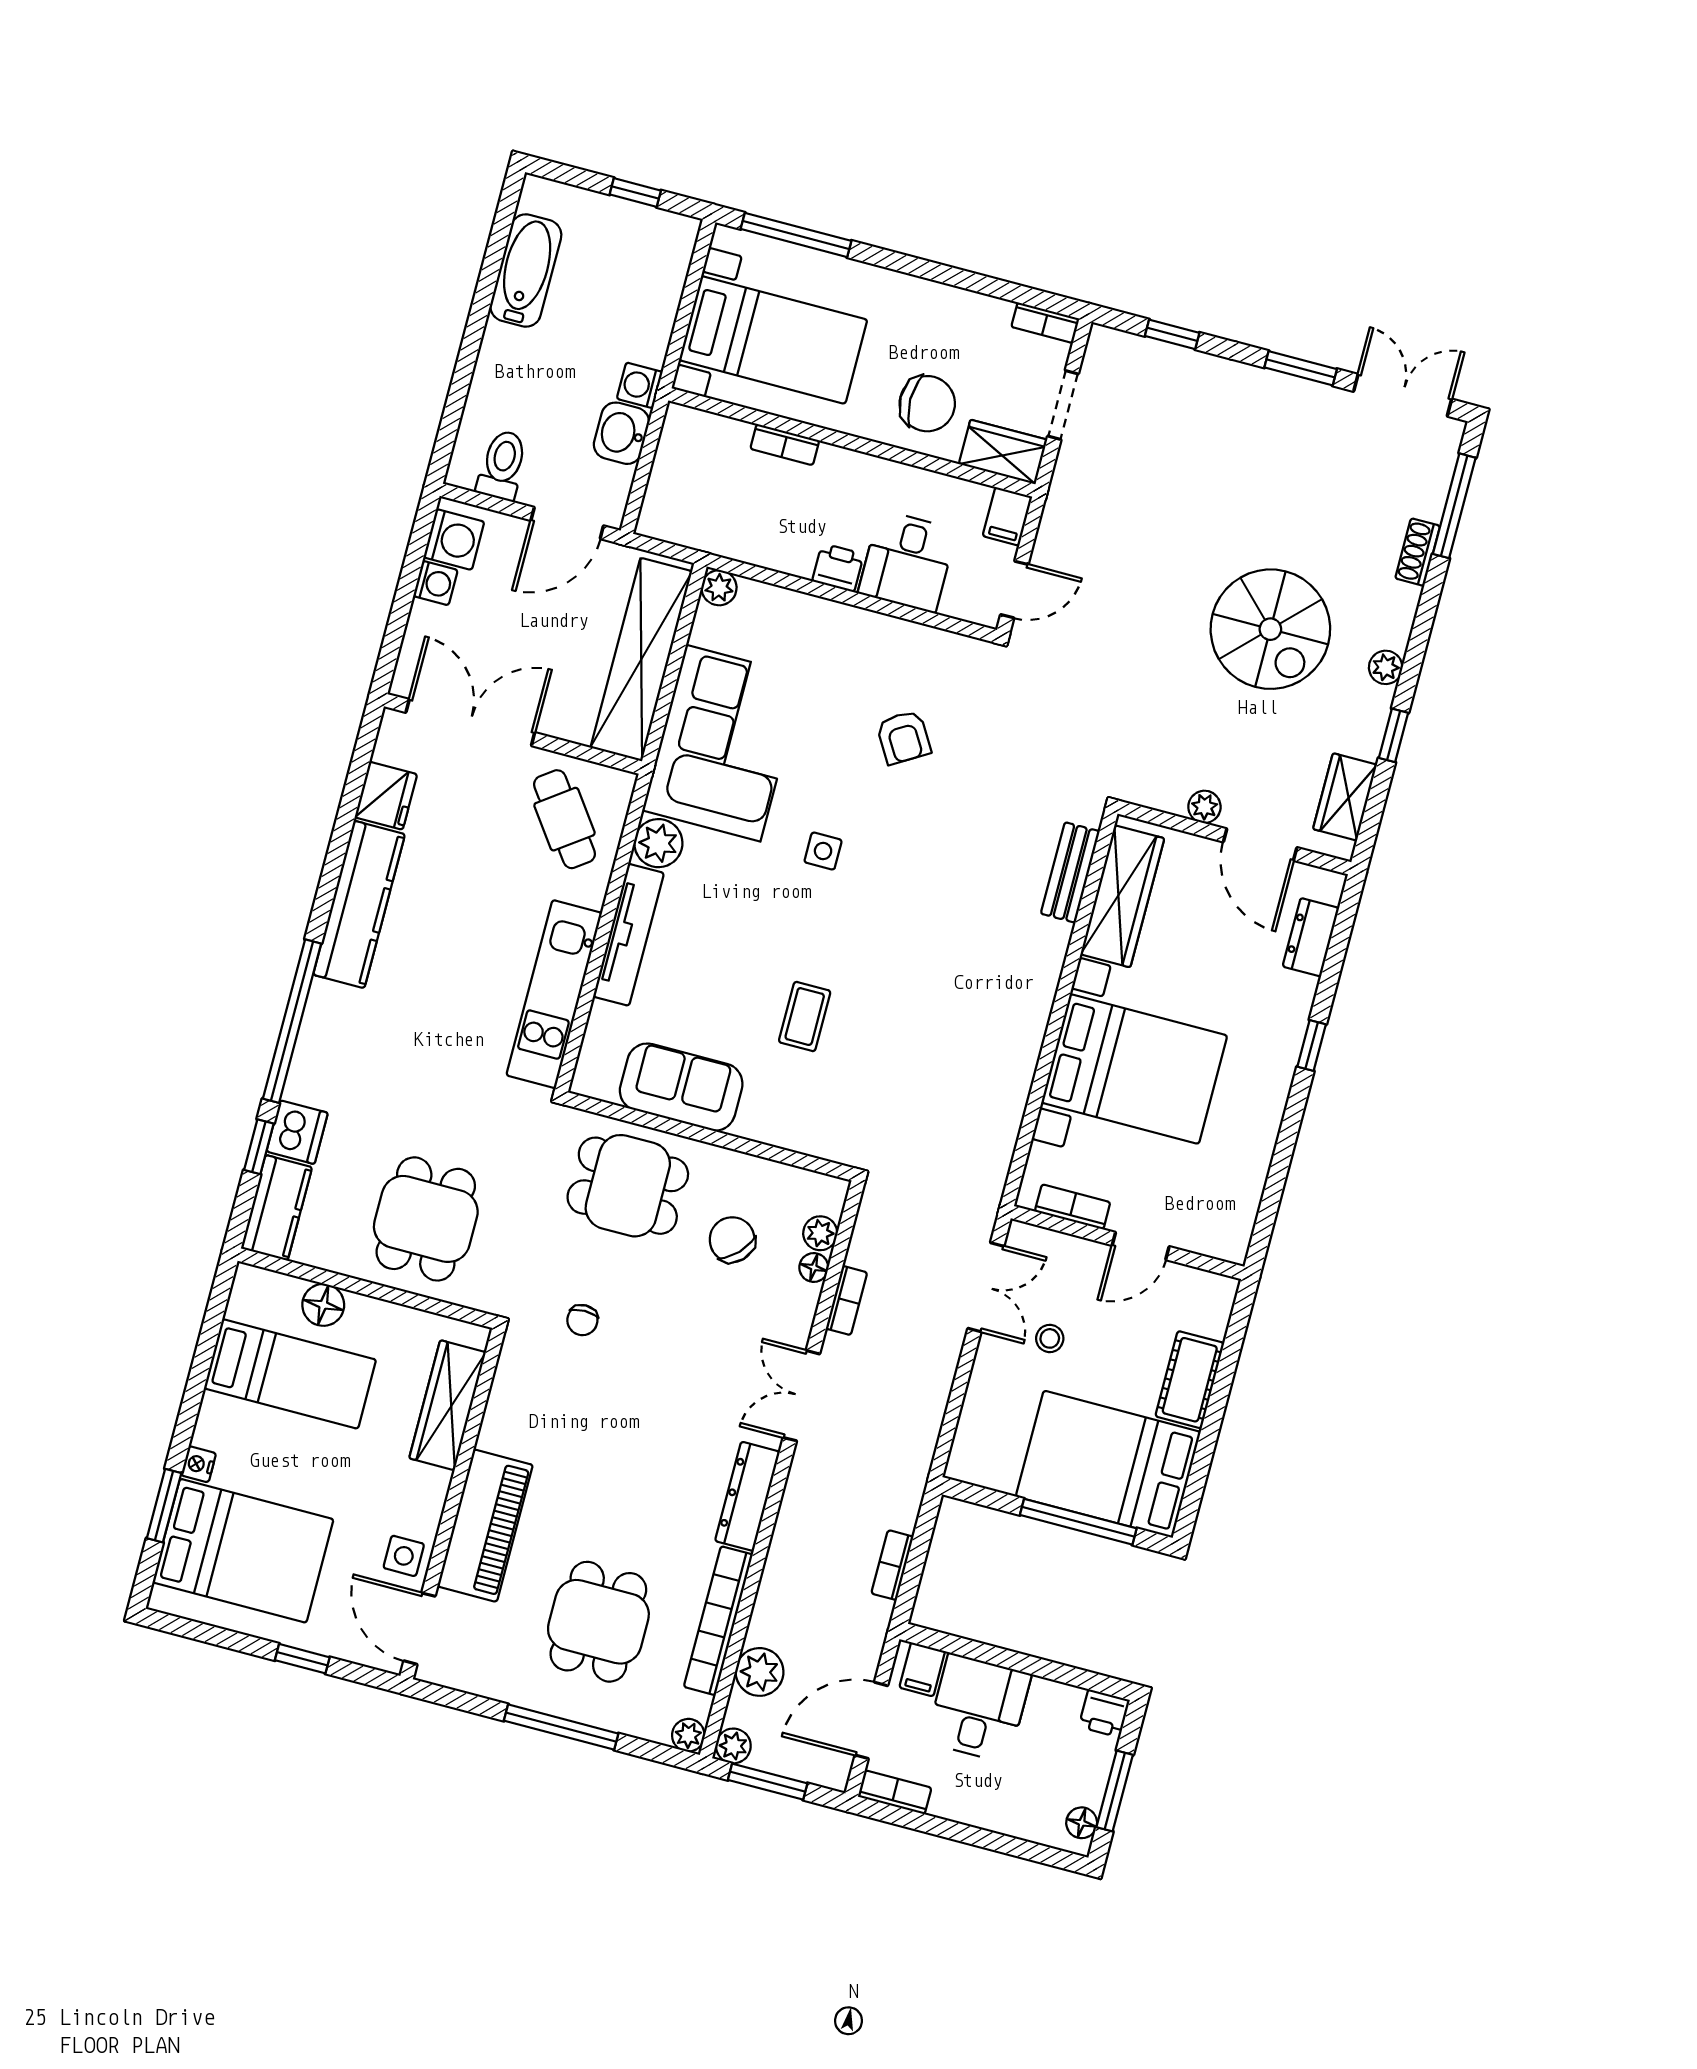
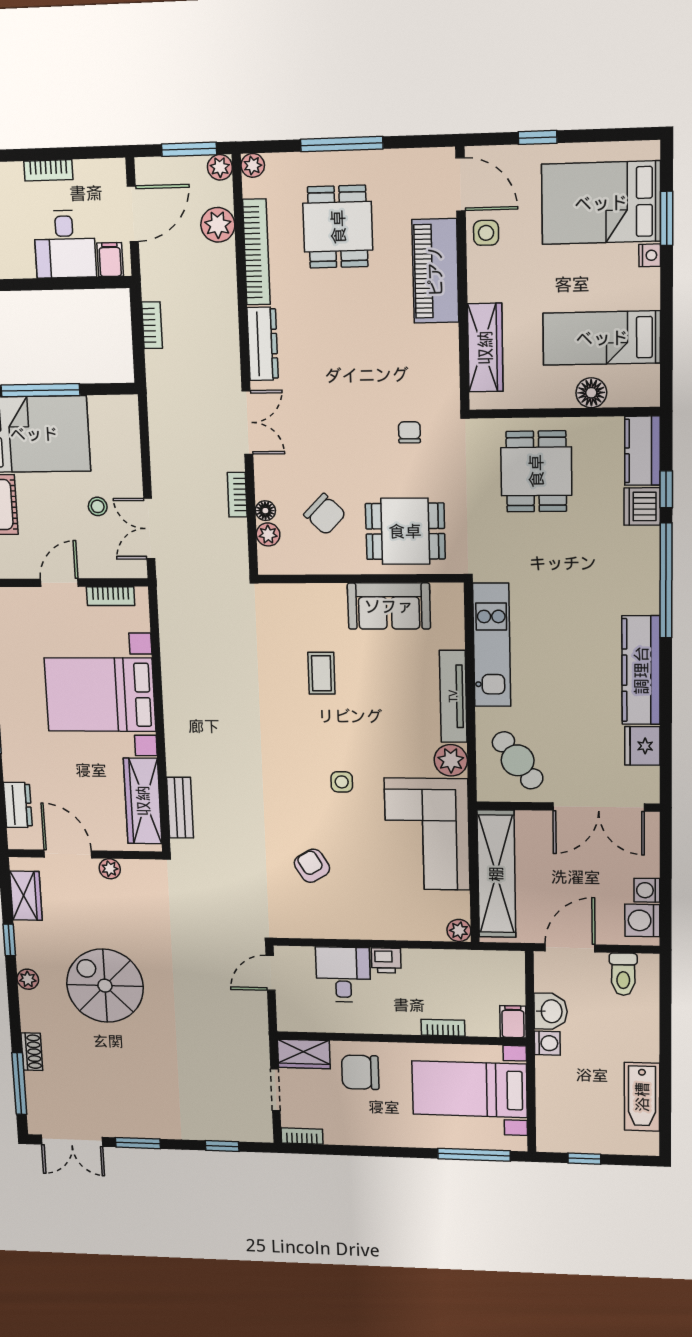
filing cabinet: (1007, 516) -> (513, 1022), moved
bookcase: (895, 1792) -> (48, 170), moved

